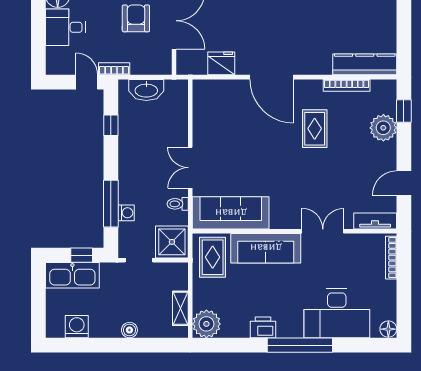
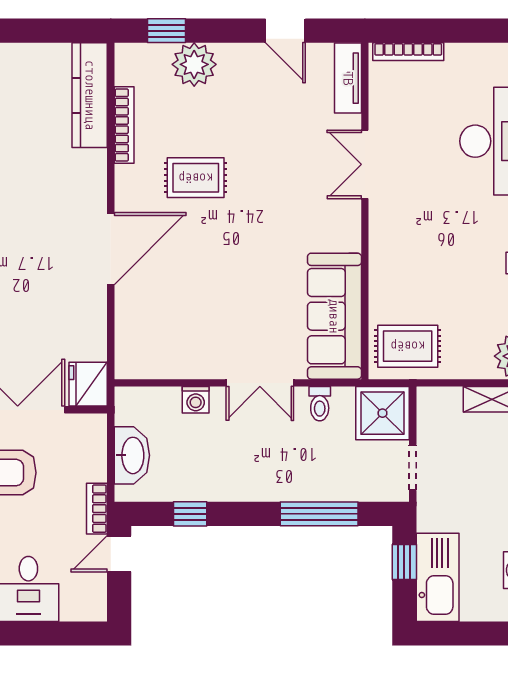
fridge: (221, 63) -> (88, 384), moved
washing machine: (126, 213) -> (196, 400), moved, turned 180
sofa: (266, 248) -> (393, 258), removed

